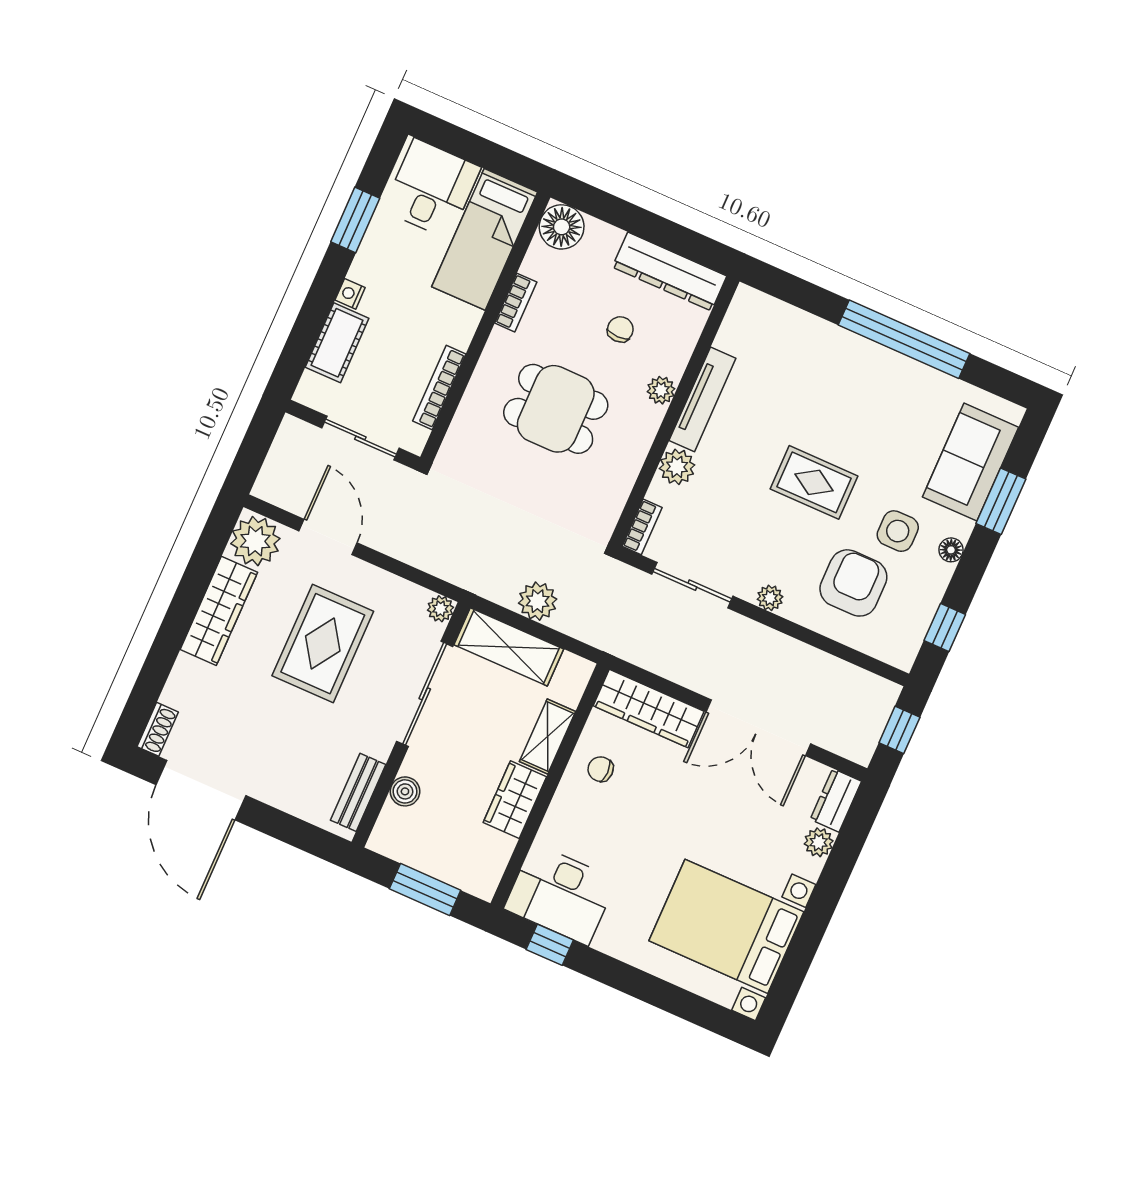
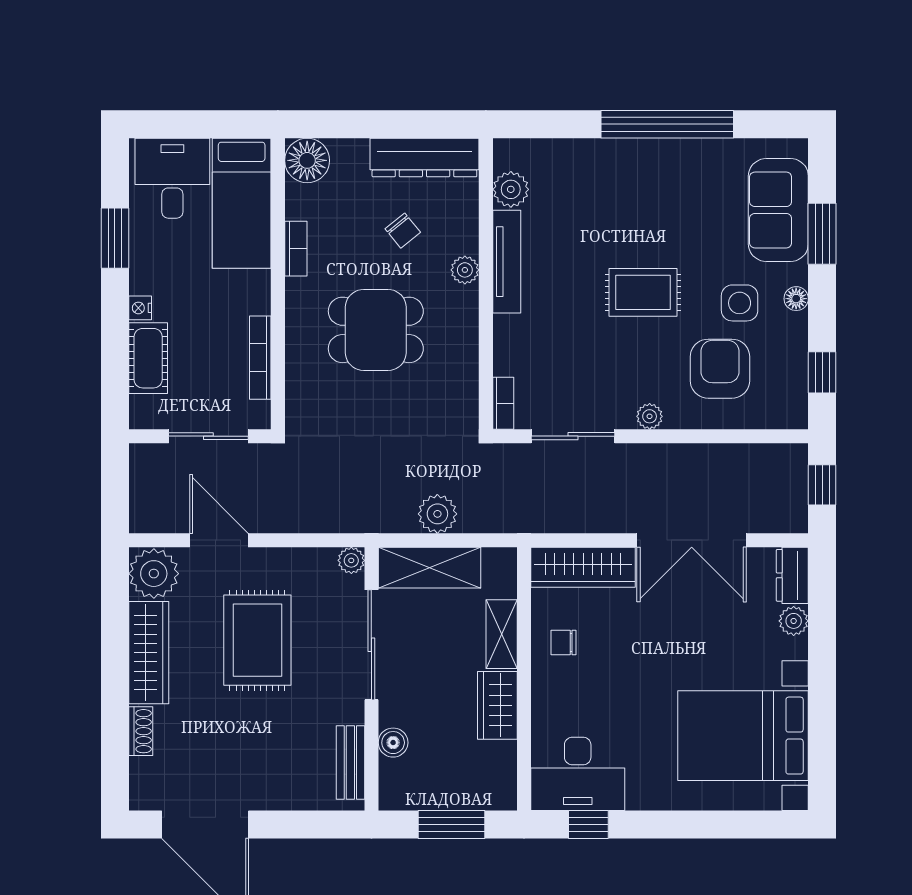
chair: (620, 329) -> (403, 231), turned 141
plant: (677, 467) -> (511, 189), moved
shoe rack: (158, 729) -> (141, 731), moved

